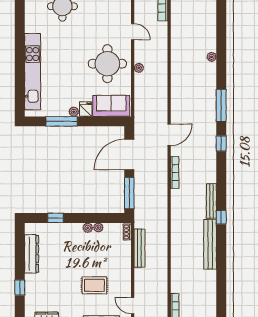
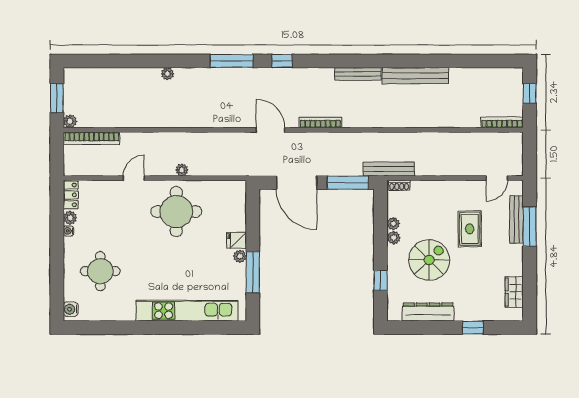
sofa: (111, 106) -> (232, 207), removed
window: (221, 217) -> (380, 61), removed
bench: (139, 248) -> (389, 169), moved
spiral stairs: (71, 255) -> (429, 260), added

